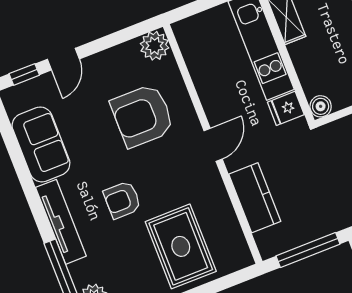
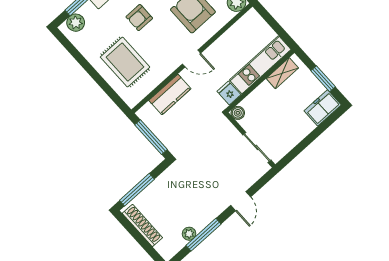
armchair: (122, 200) -> (139, 18), turned -90
rug: (181, 246) -> (125, 62), turned 90

